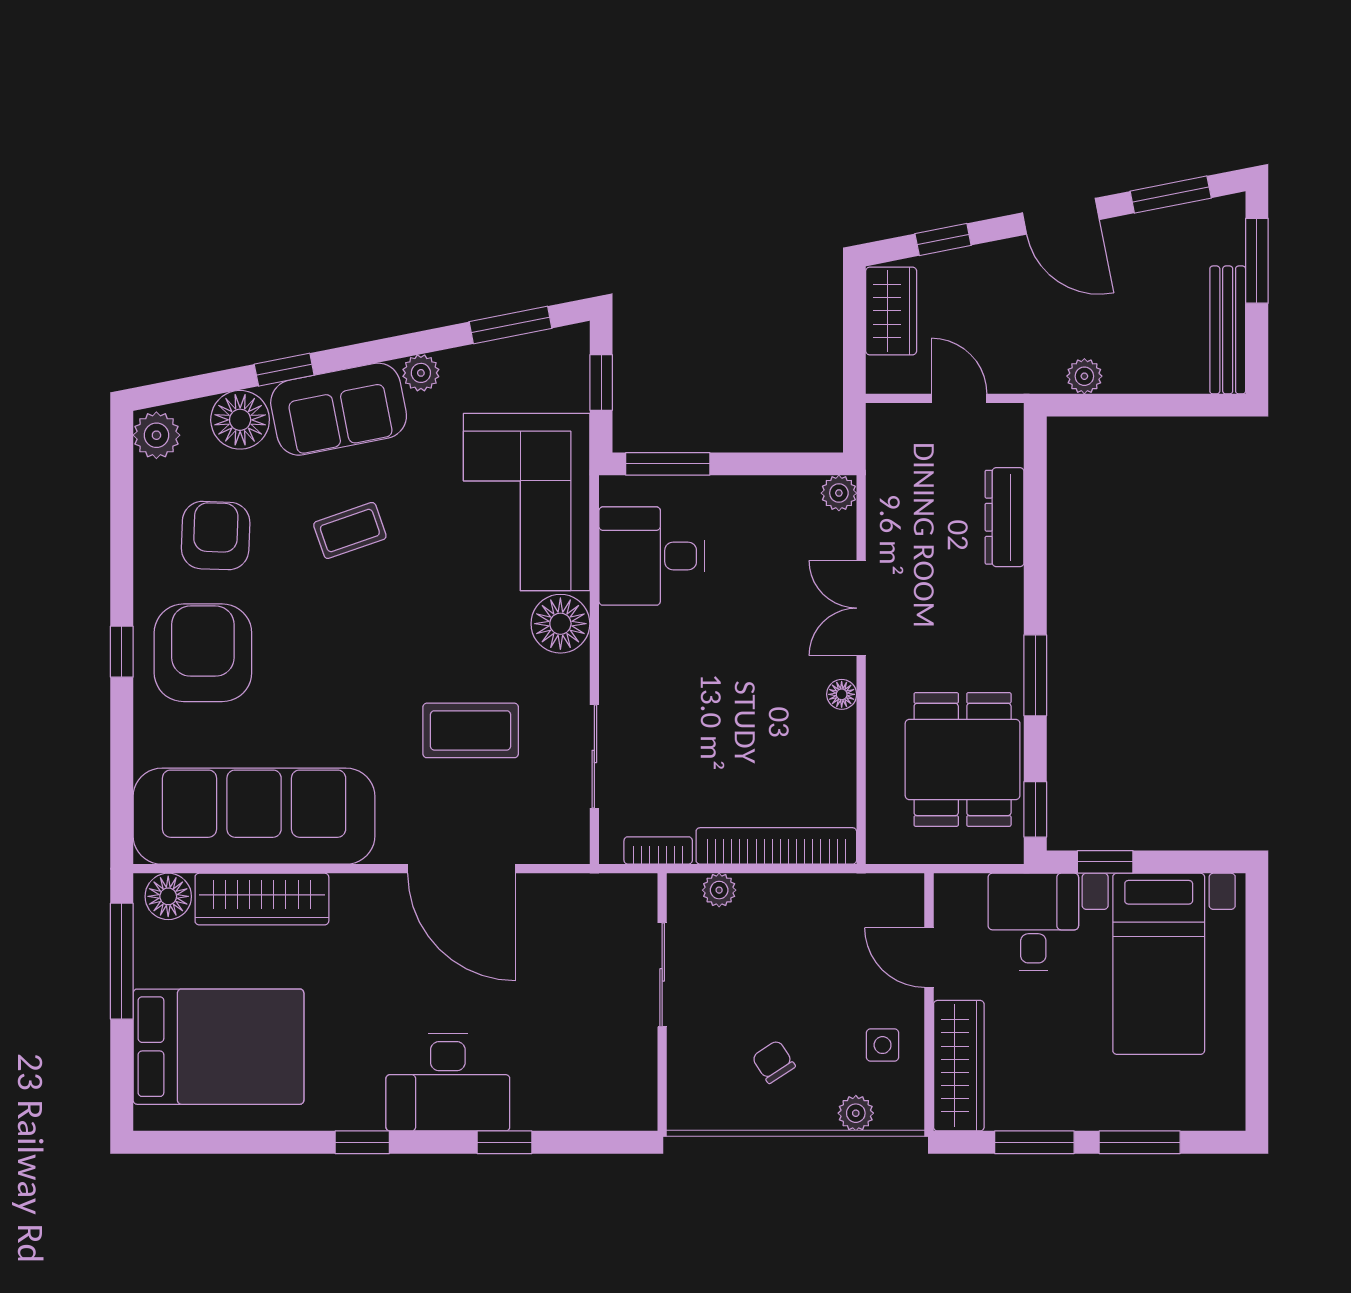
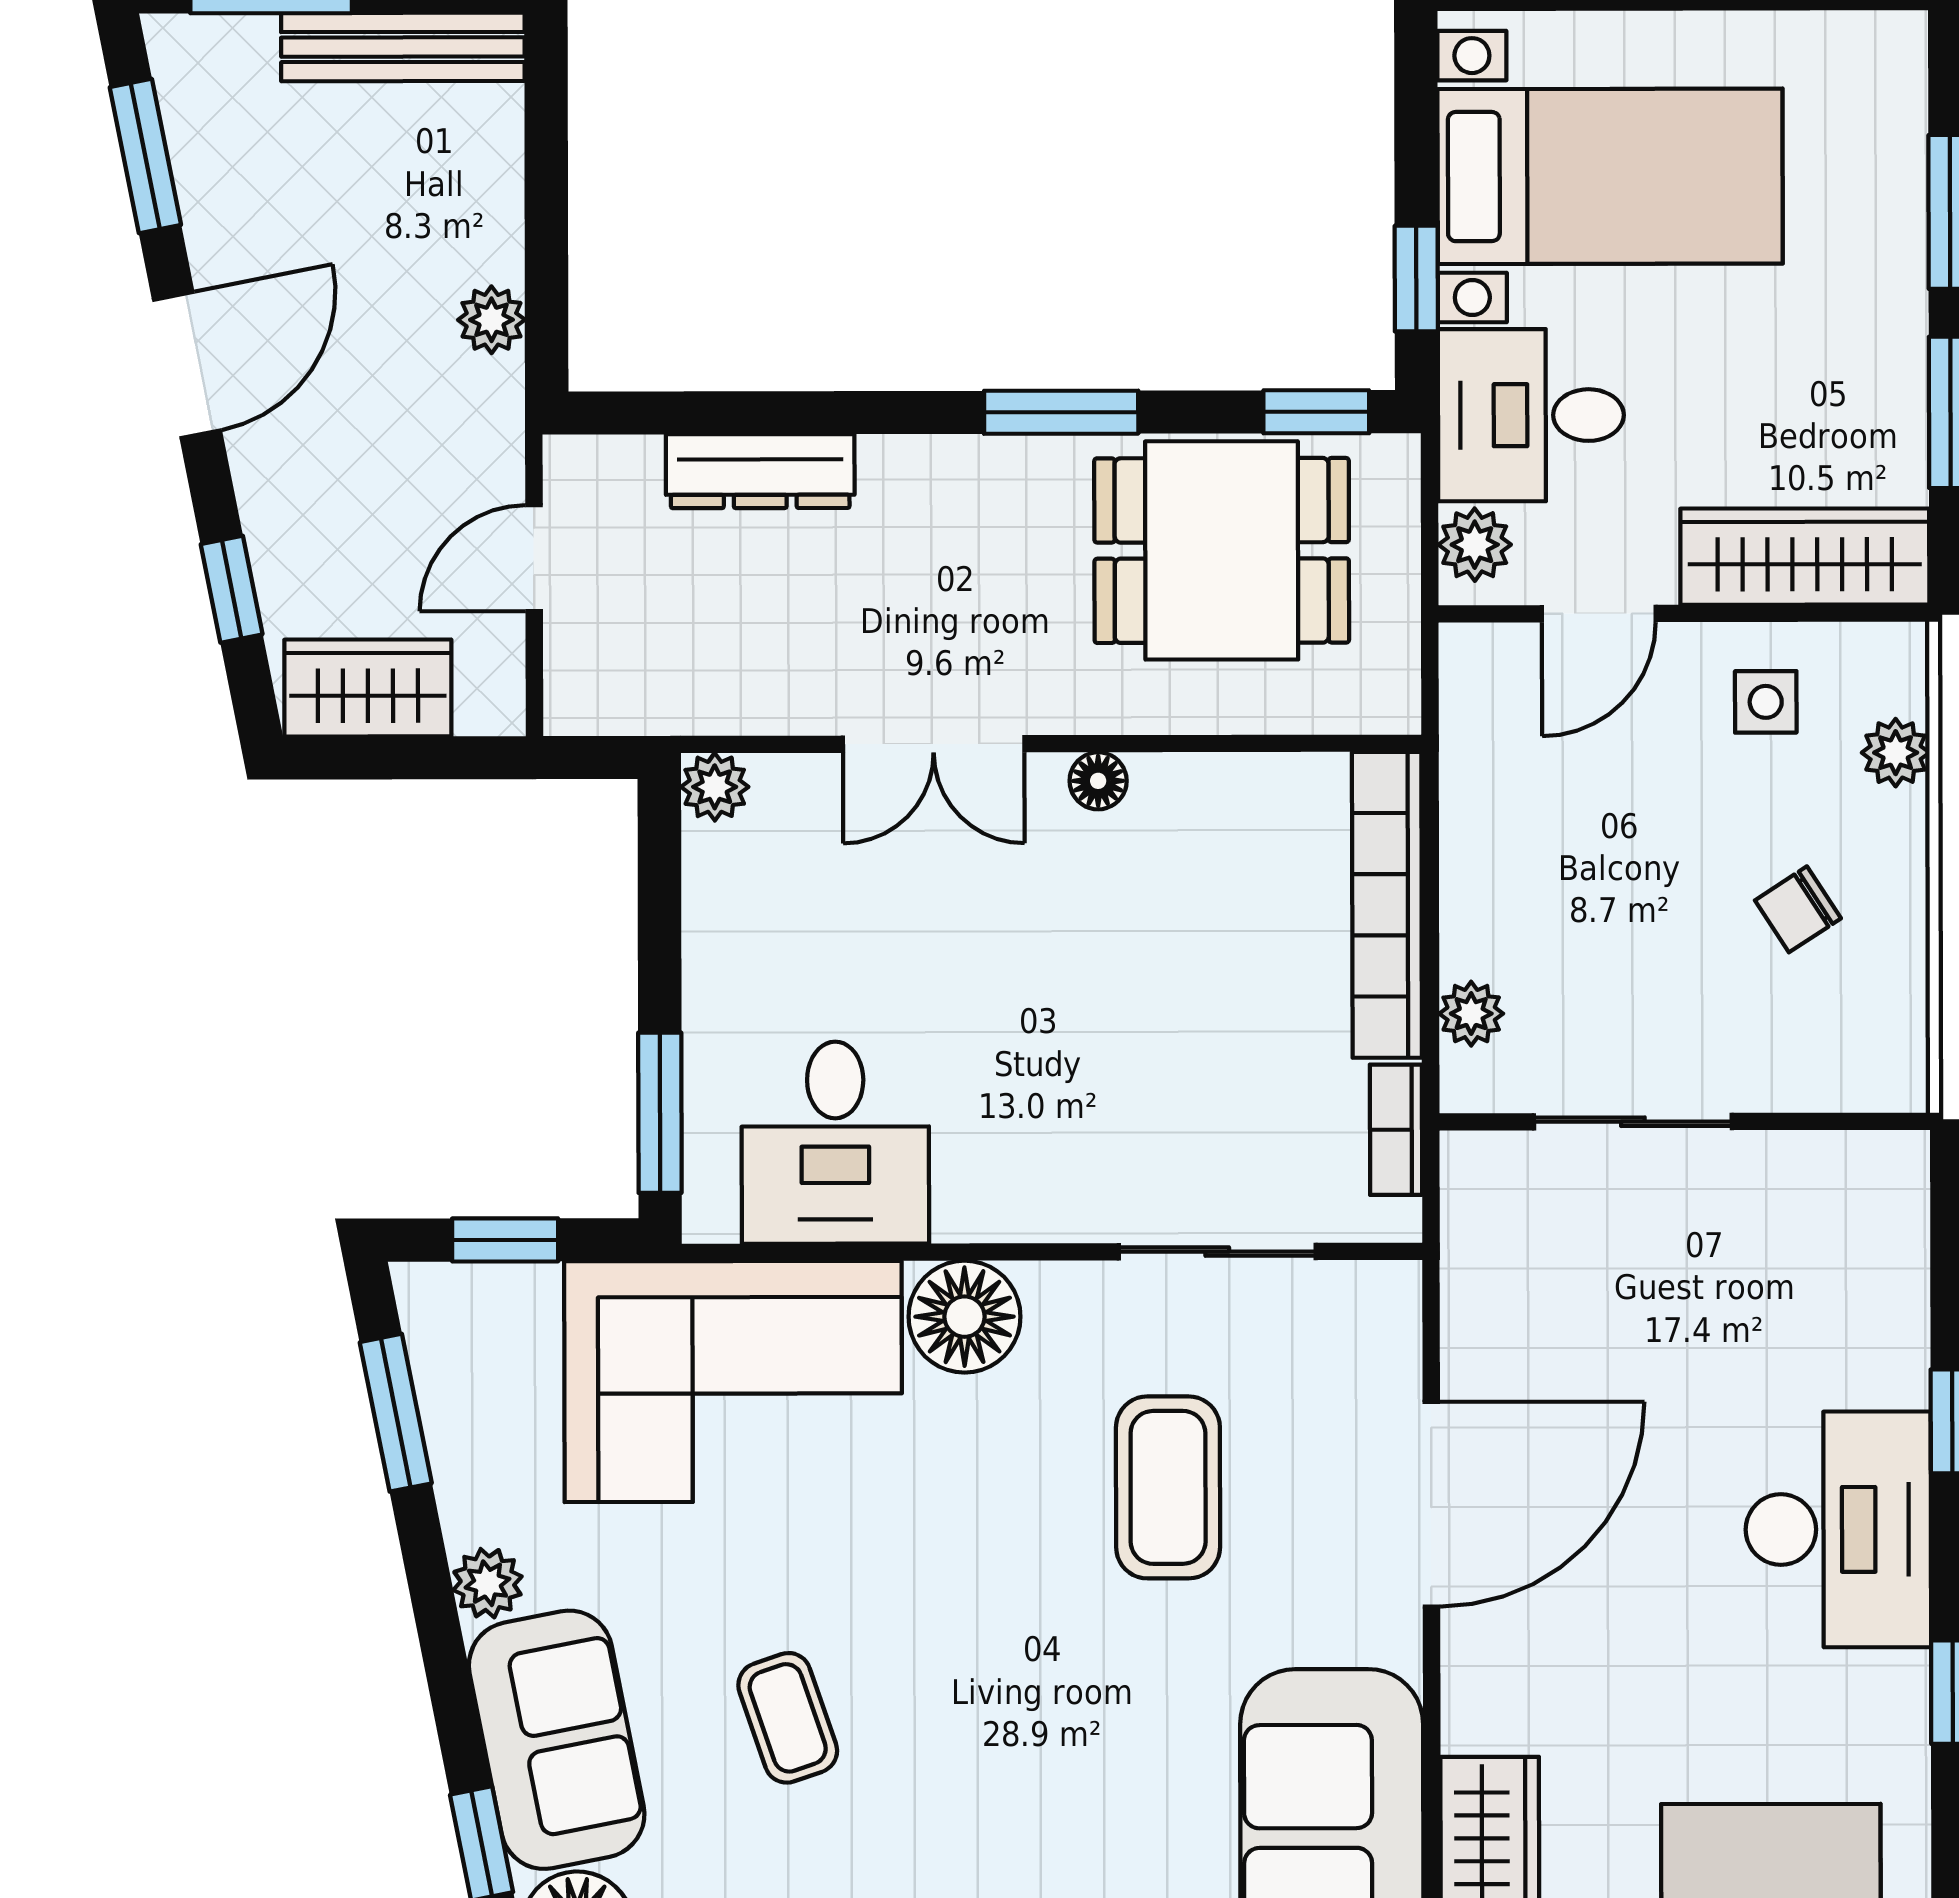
plant: (965, 892) -> (1475, 545), added

